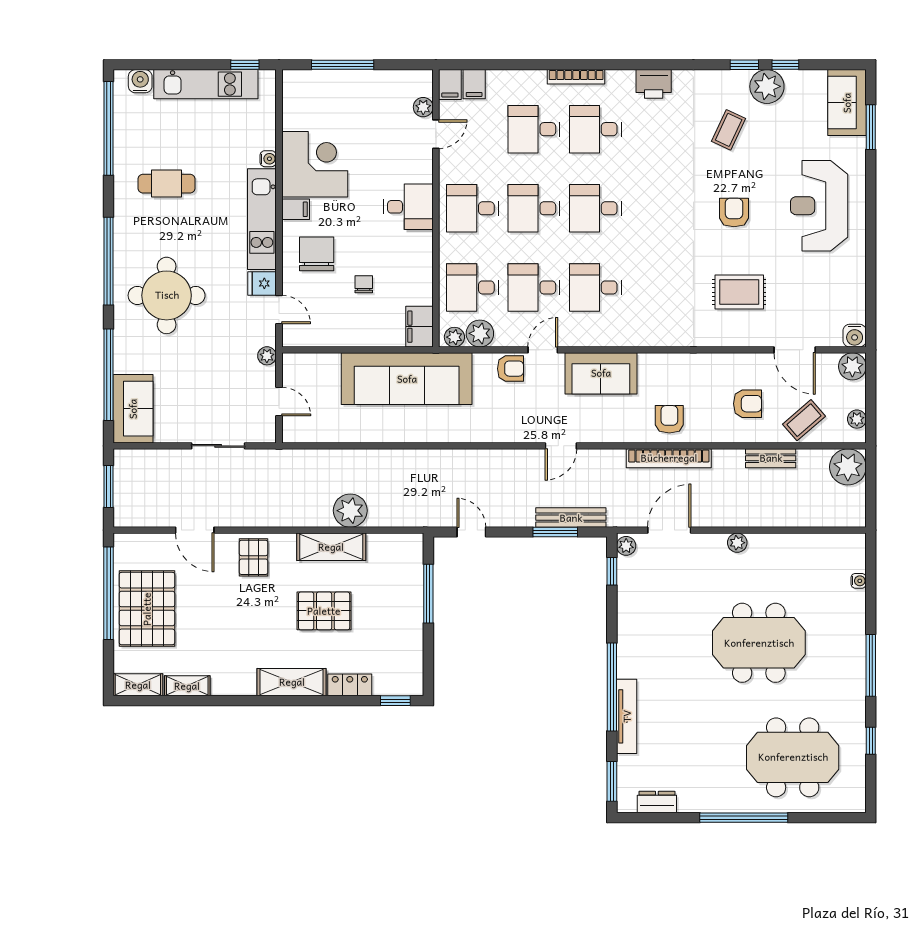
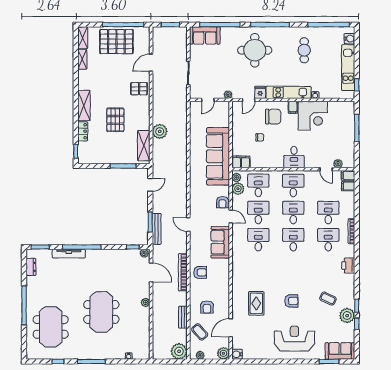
shelving: (331, 547) -> (144, 146), moved

